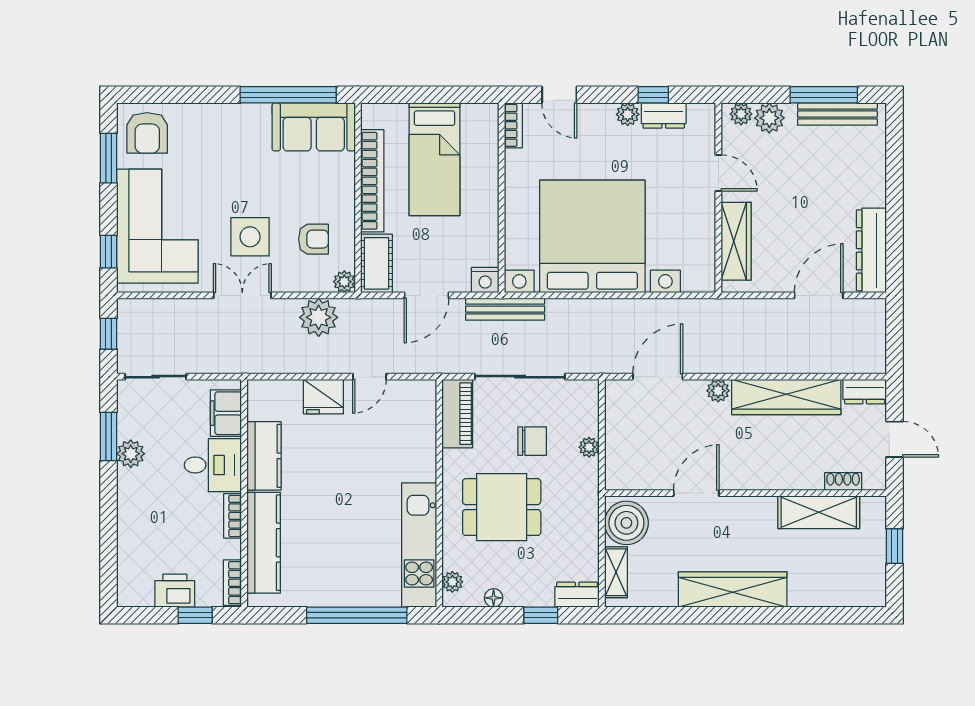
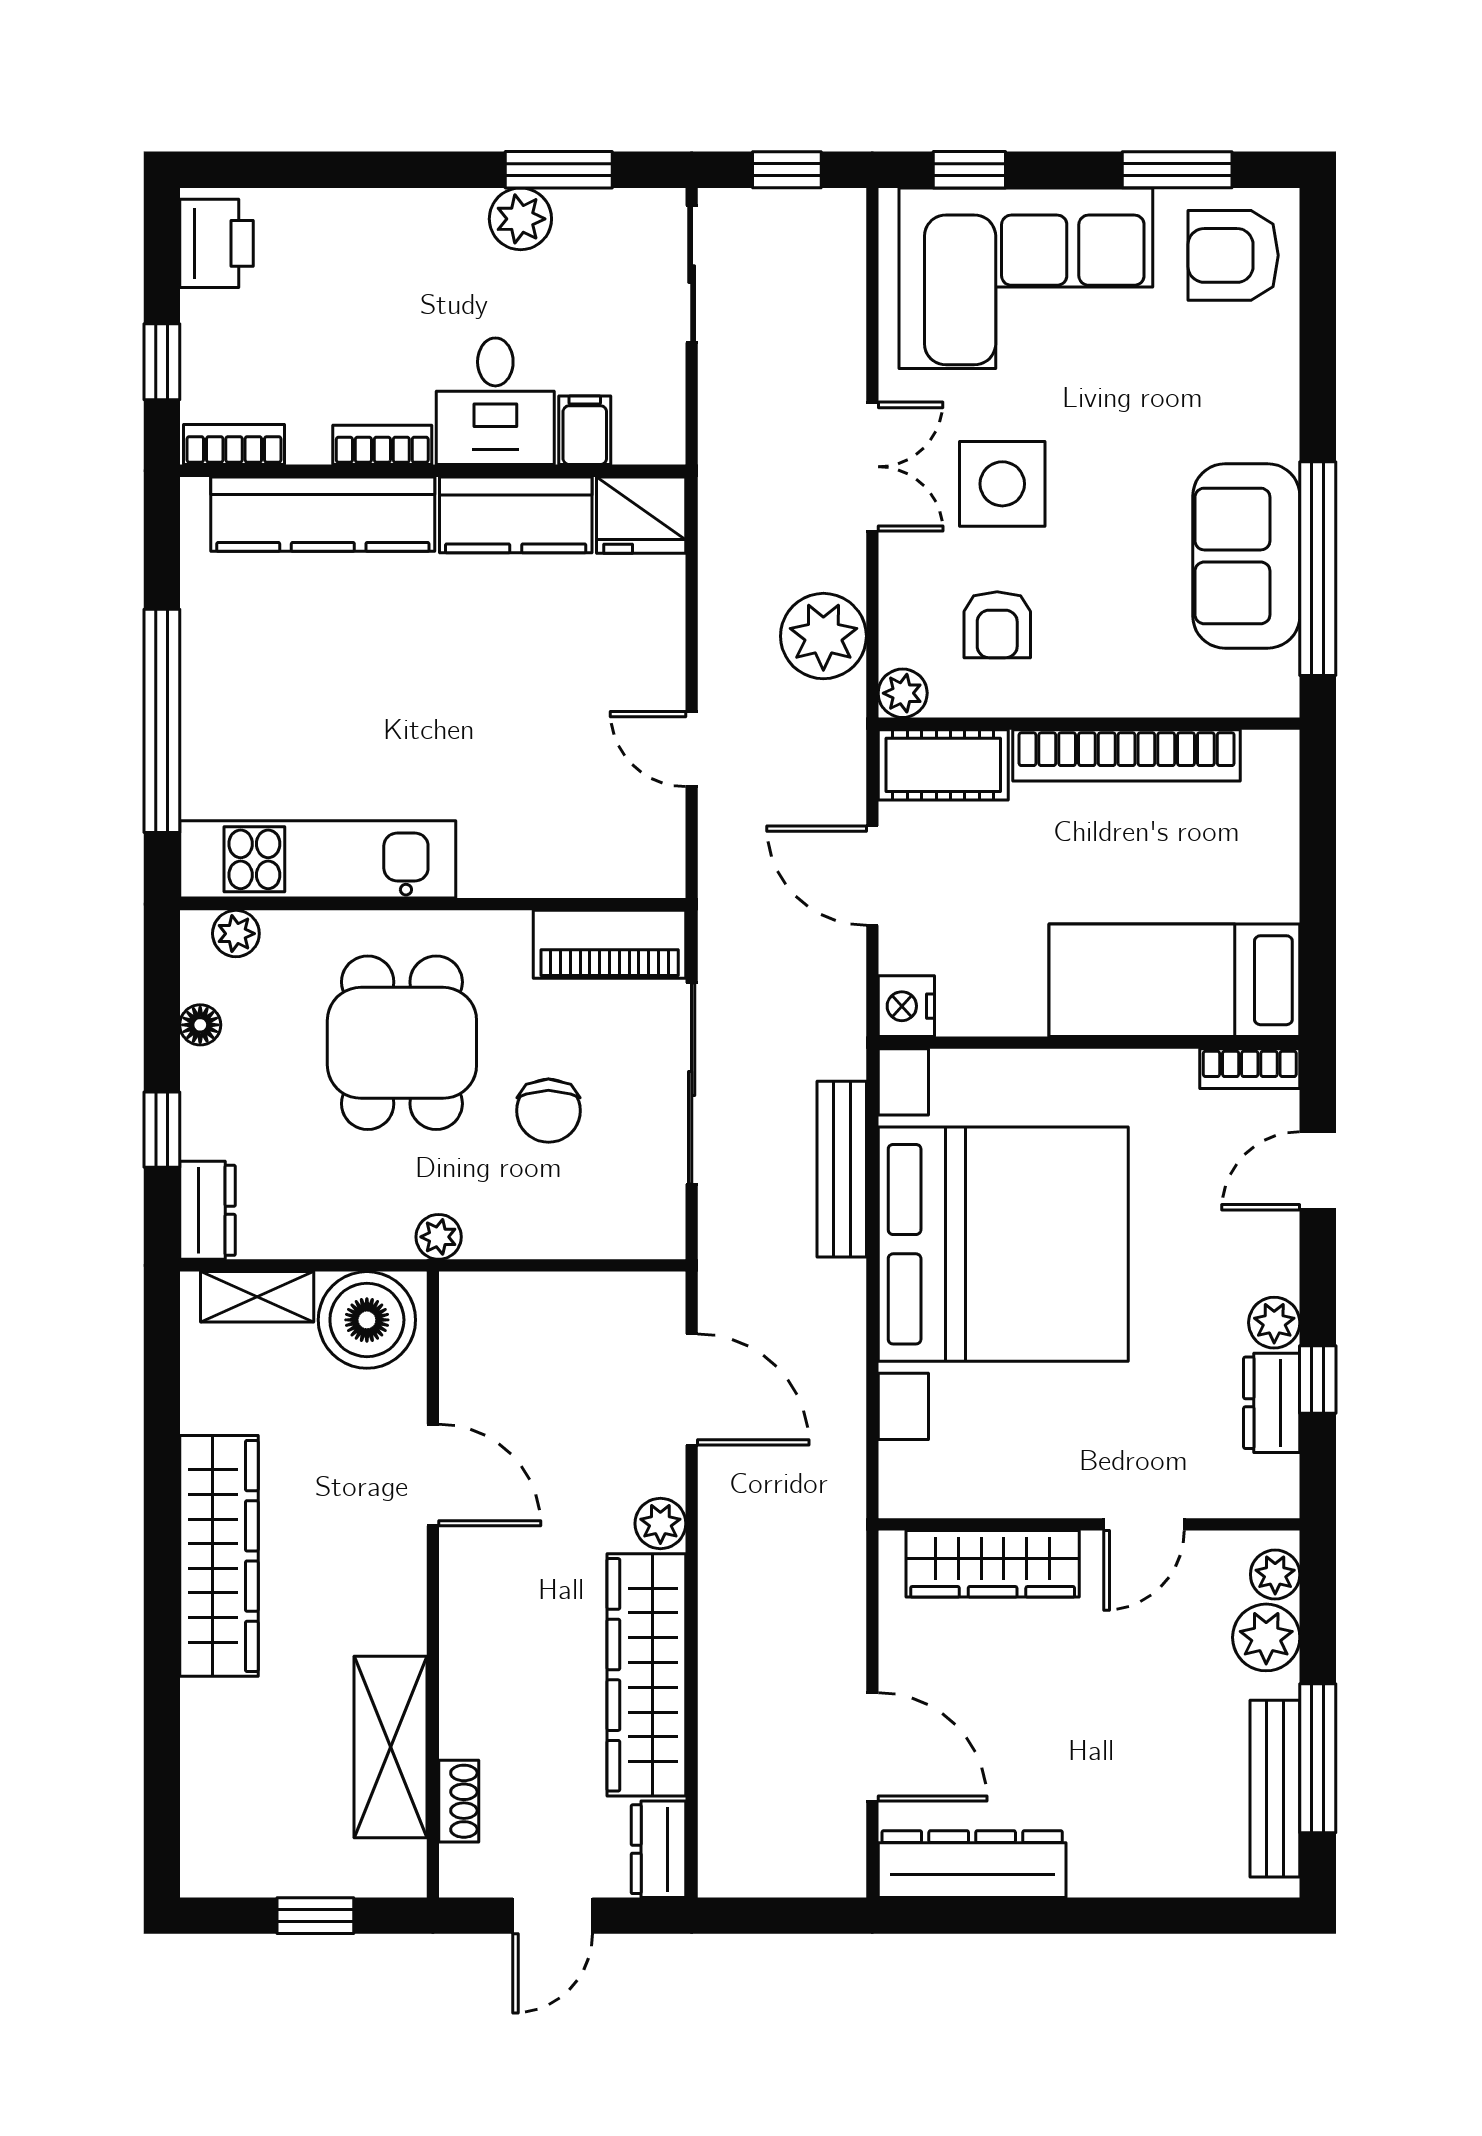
sofa: (314, 127) -> (1246, 556), moved
bed: (434, 159) -> (1174, 980), moved
bench: (505, 309) -> (842, 1169), moved
fridge: (323, 397) -> (641, 515), moved, turned -90
filing cabinet: (226, 413) -> (585, 430), width x0.50
plant: (589, 447) -> (439, 1237), moved
printer: (175, 591) -> (217, 243), moved

